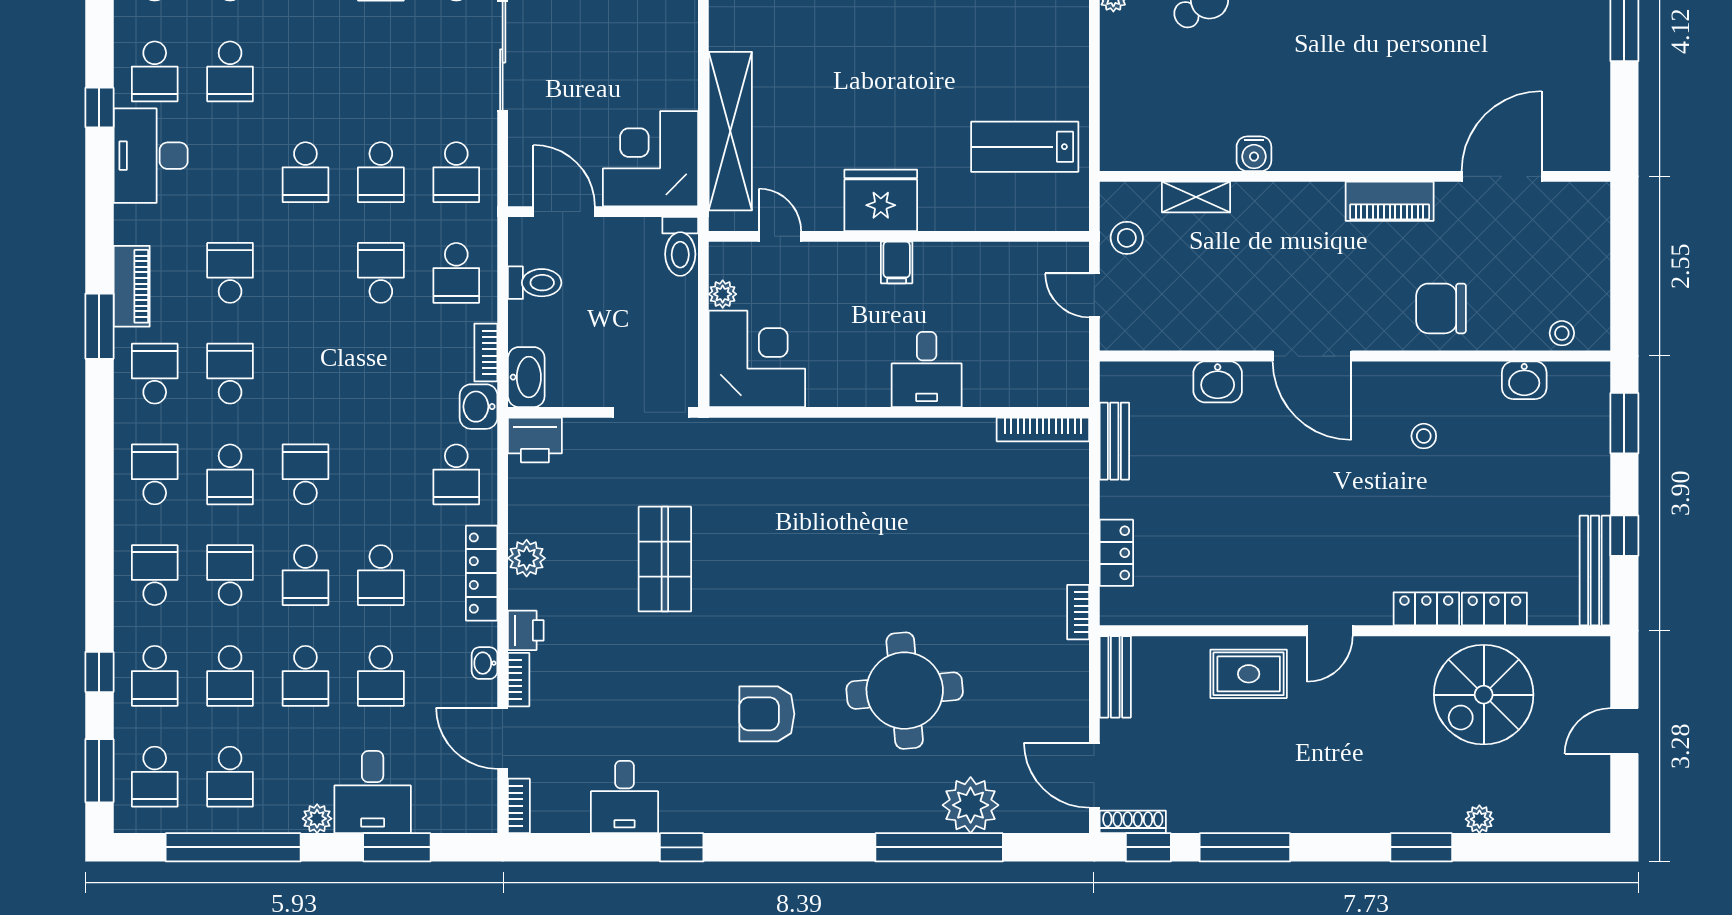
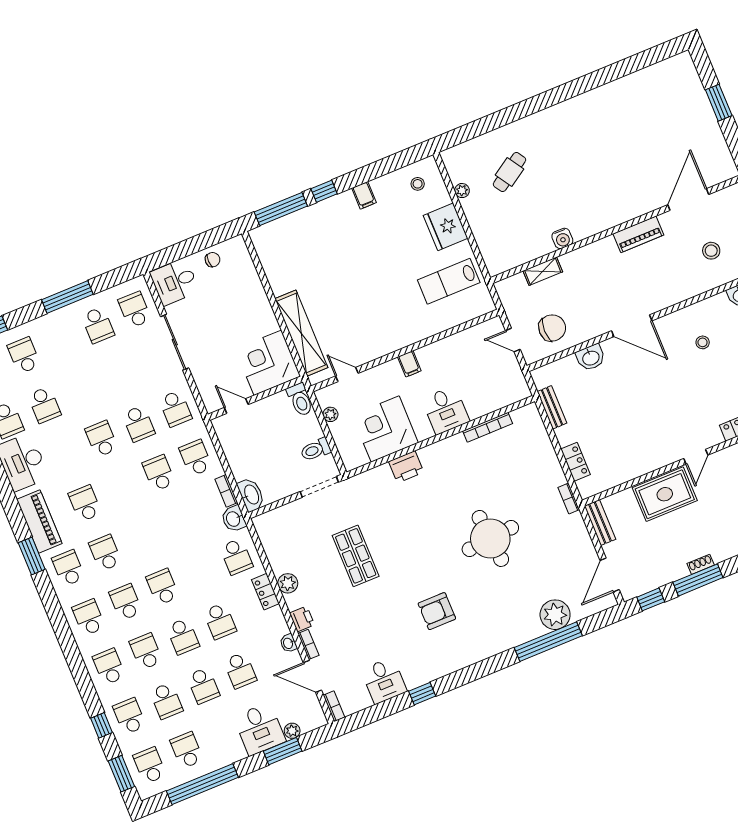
school desk: (305, 172) -> (102, 439), turned 180
fridge: (881, 200) -> (446, 227), moved, turned -90
door: (564, 212) -> (236, 406), width x0.73
stool: (1127, 238) -> (711, 251), moved
school desk: (456, 273) -> (196, 458), turned 180
toilet: (535, 283) -> (316, 450), moved, turned 180
piano: (132, 286) -> (39, 521), width x1.37, depth x1.33
chair: (1441, 308) -> (552, 328), moved, turned 180
corner desk: (757, 359) -> (385, 429), moved, turned -90
bookcase: (1043, 429) -> (488, 427), moved
printer: (535, 440) -> (406, 467), moved
school desk: (230, 474) -> (126, 602), turned 180
locker: (482, 573) -> (265, 592), width x0.66
rug: (1249, 674) -> (665, 494), width x1.36, depth x1.43
school desk: (155, 676) -> (129, 716), turned 180
round table: (905, 691) -> (490, 538), moved
door: (1094, 775) -> (610, 575), hinge flipped
school desk: (155, 777) -> (150, 765), turned 180
school desk: (230, 777) -> (187, 750), turned 180
plant: (317, 819) -> (292, 731), moved
shoe rack: (1133, 822) -> (701, 564), moved, width x0.70

